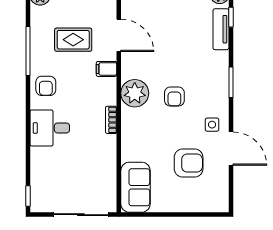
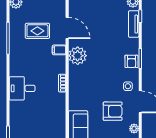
armchair: (46, 86) -> (20, 61), removed
plant: (135, 93) -> (78, 56), moved
armchair: (174, 97) -> (131, 61), moved
plant: (222, 190) -> (134, 129), added

